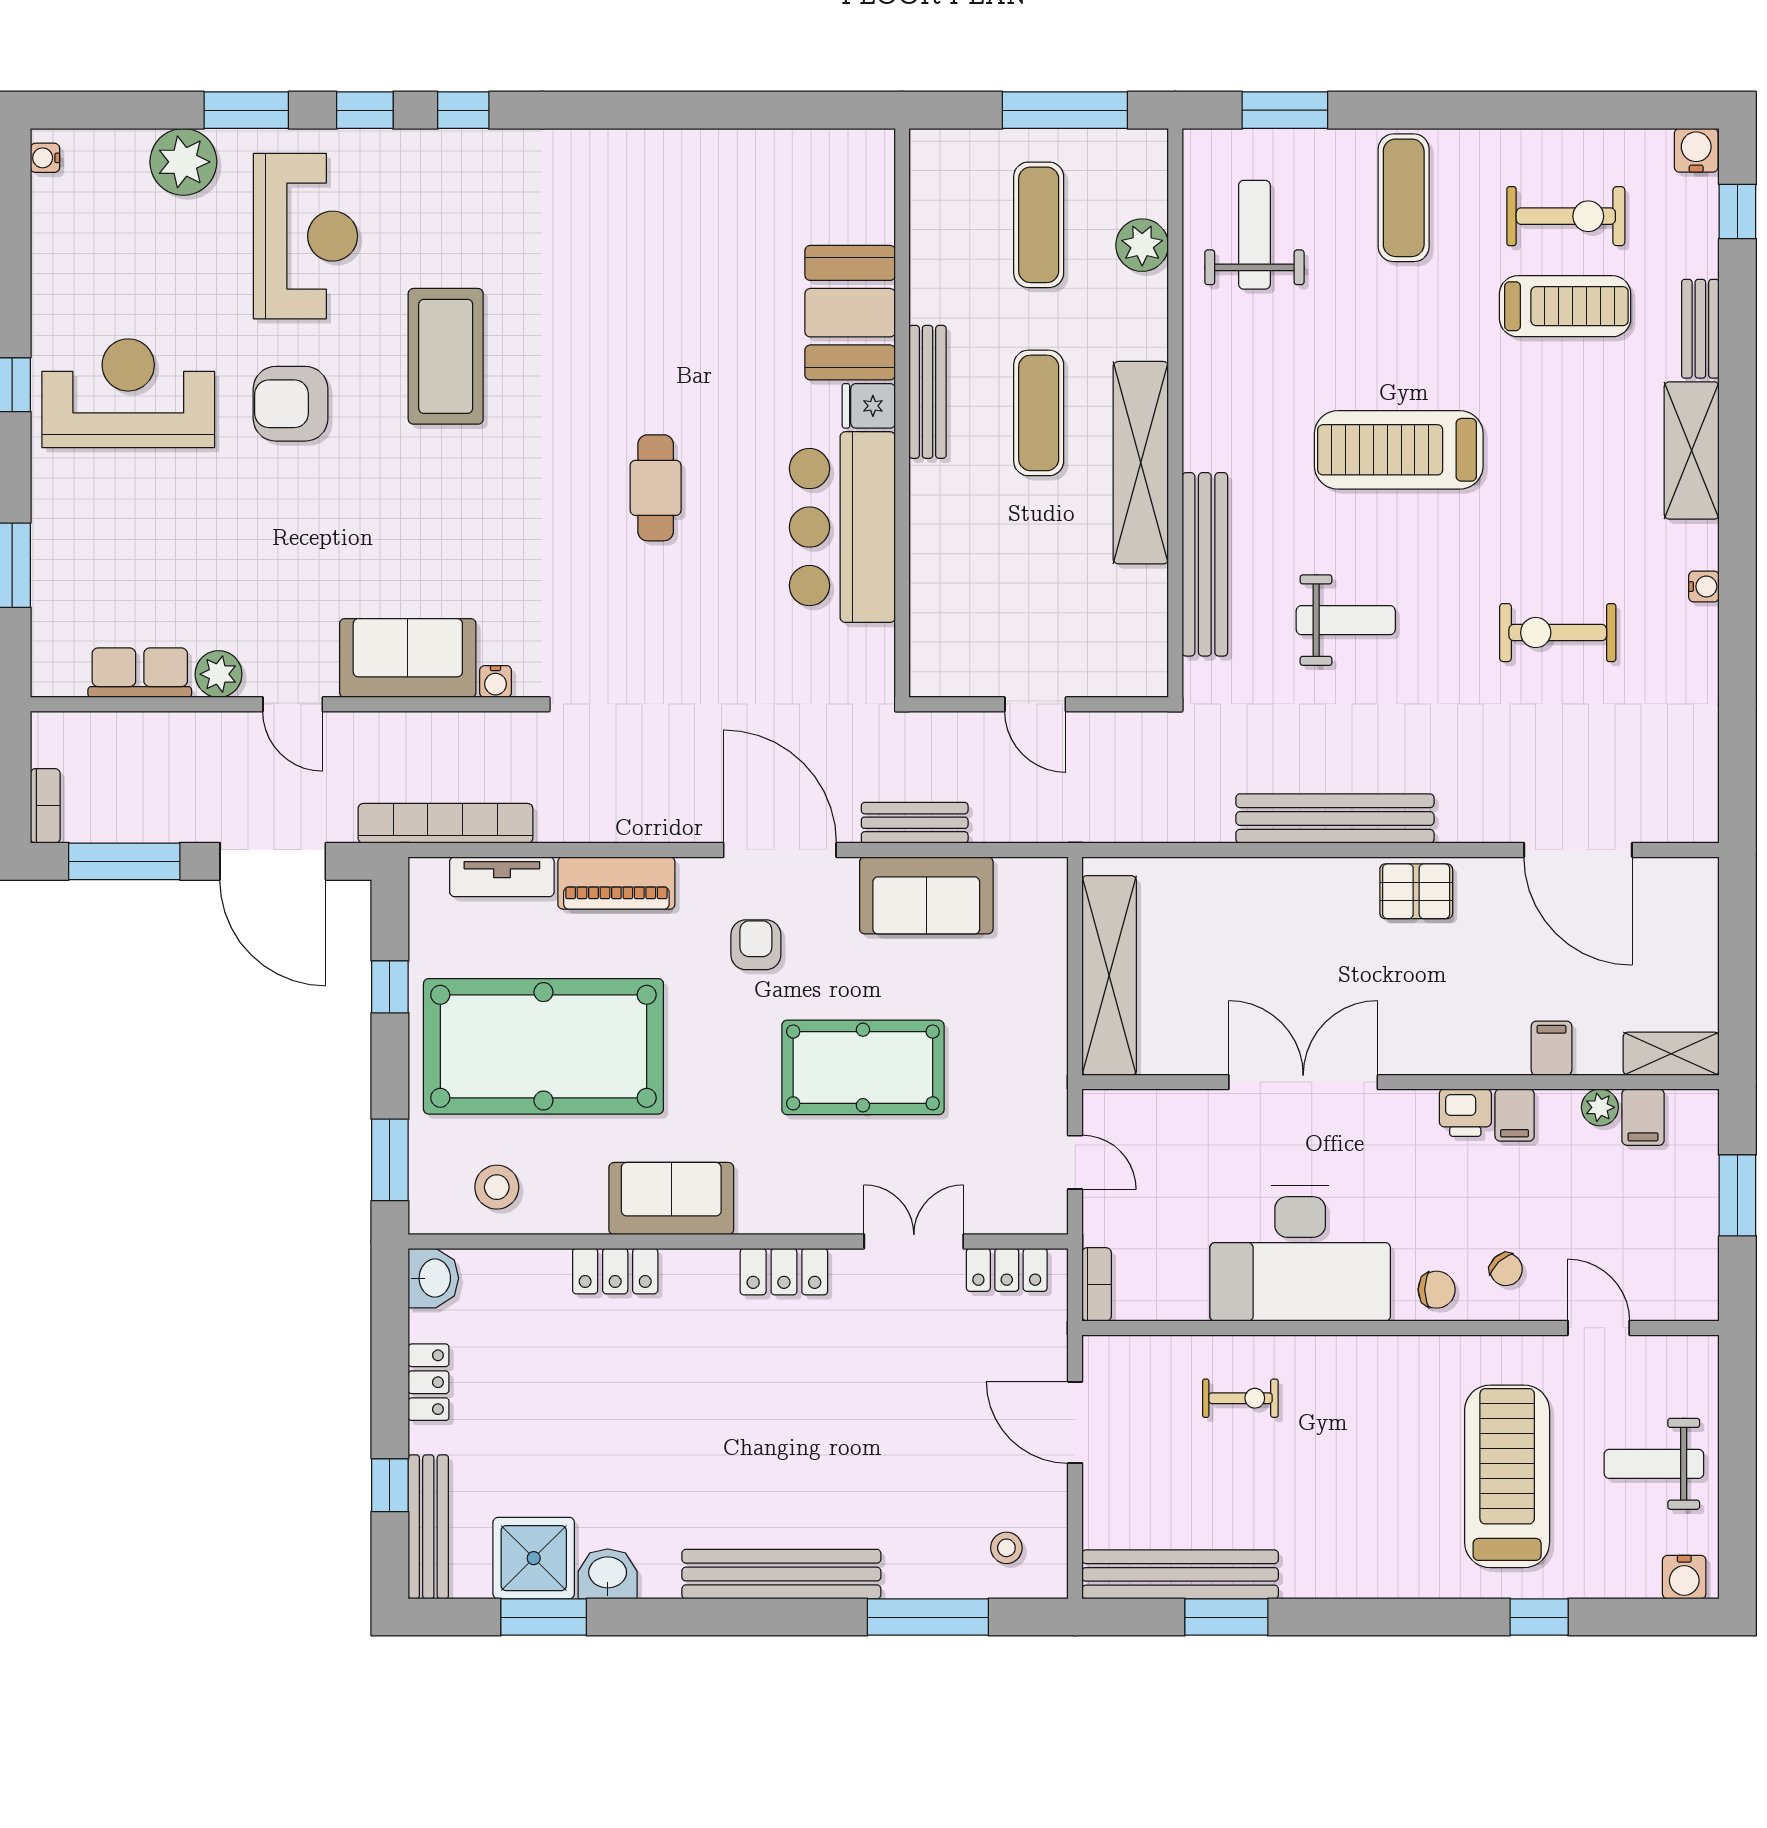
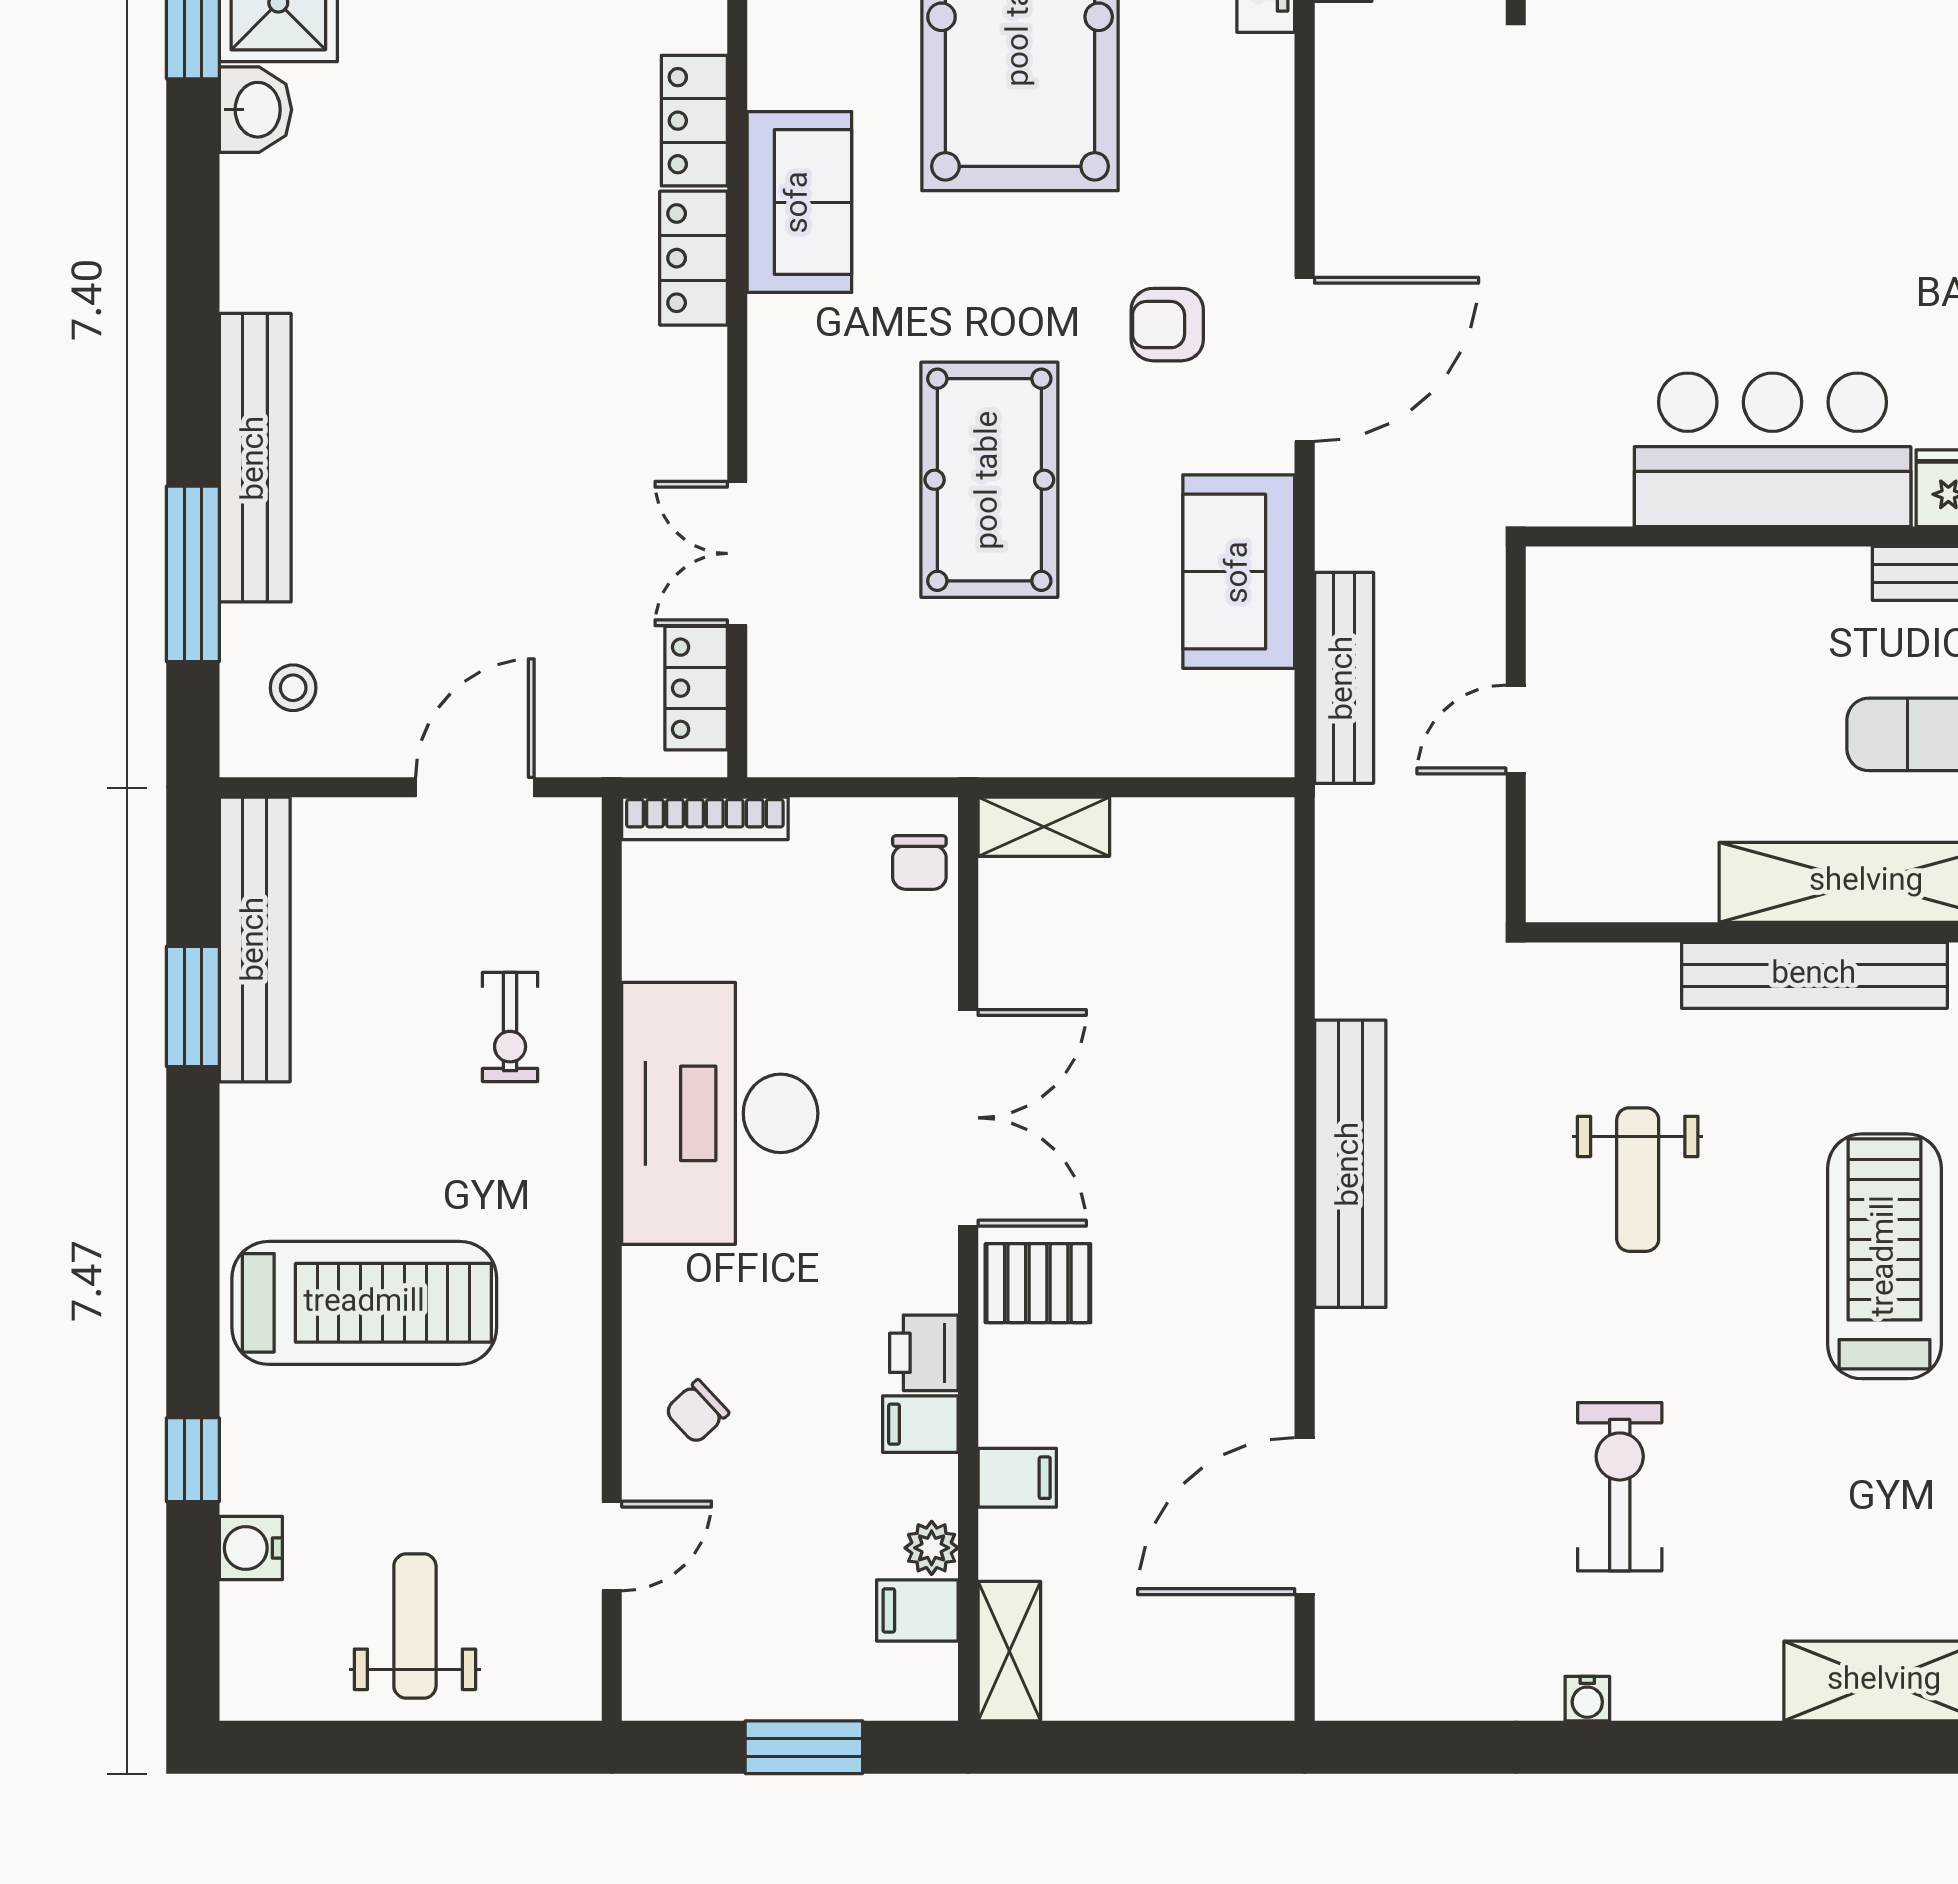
cafe table: (656, 488) -> (1829, 179), removed
bench: (1205, 564) -> (1814, 975), moved
water cooler: (1704, 587) -> (1587, 1699), moved
bench: (915, 823) -> (1344, 678), moved, width x1.36
piano: (616, 883) -> (1257, 122), removed
pallet: (1416, 891) -> (1038, 1283), moved, turned 90
armchair: (756, 945) -> (1167, 325), turned 180
shelving: (1109, 975) -> (1044, 827), width x0.45, depth x0.75
door: (1075, 1162) -> (852, 787), removed
double door: (914, 1241) -> (737, 553), swing flipped
locker: (784, 1272) -> (694, 258), moved
bookcase: (1097, 1284) -> (705, 818), width x1.56
chair: (1437, 1290) -> (919, 863), moved
treadmill: (1507, 1476) -> (364, 1303), moved
bench: (781, 1574) -> (255, 458), moved
water cooler: (1684, 1577) -> (251, 1548), moved

